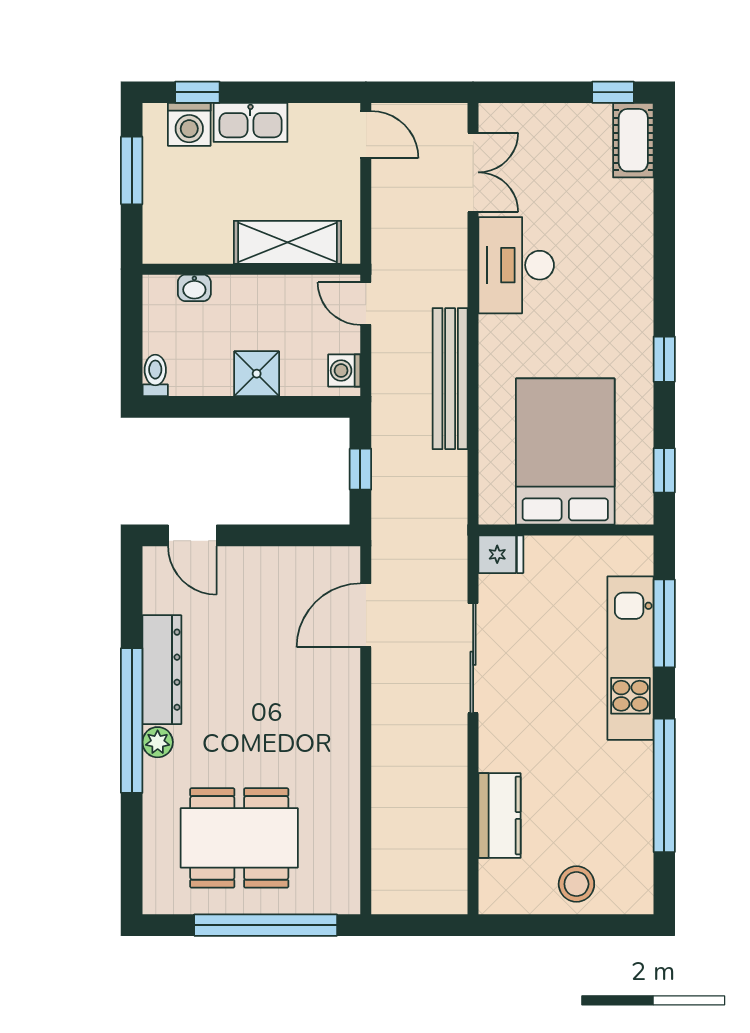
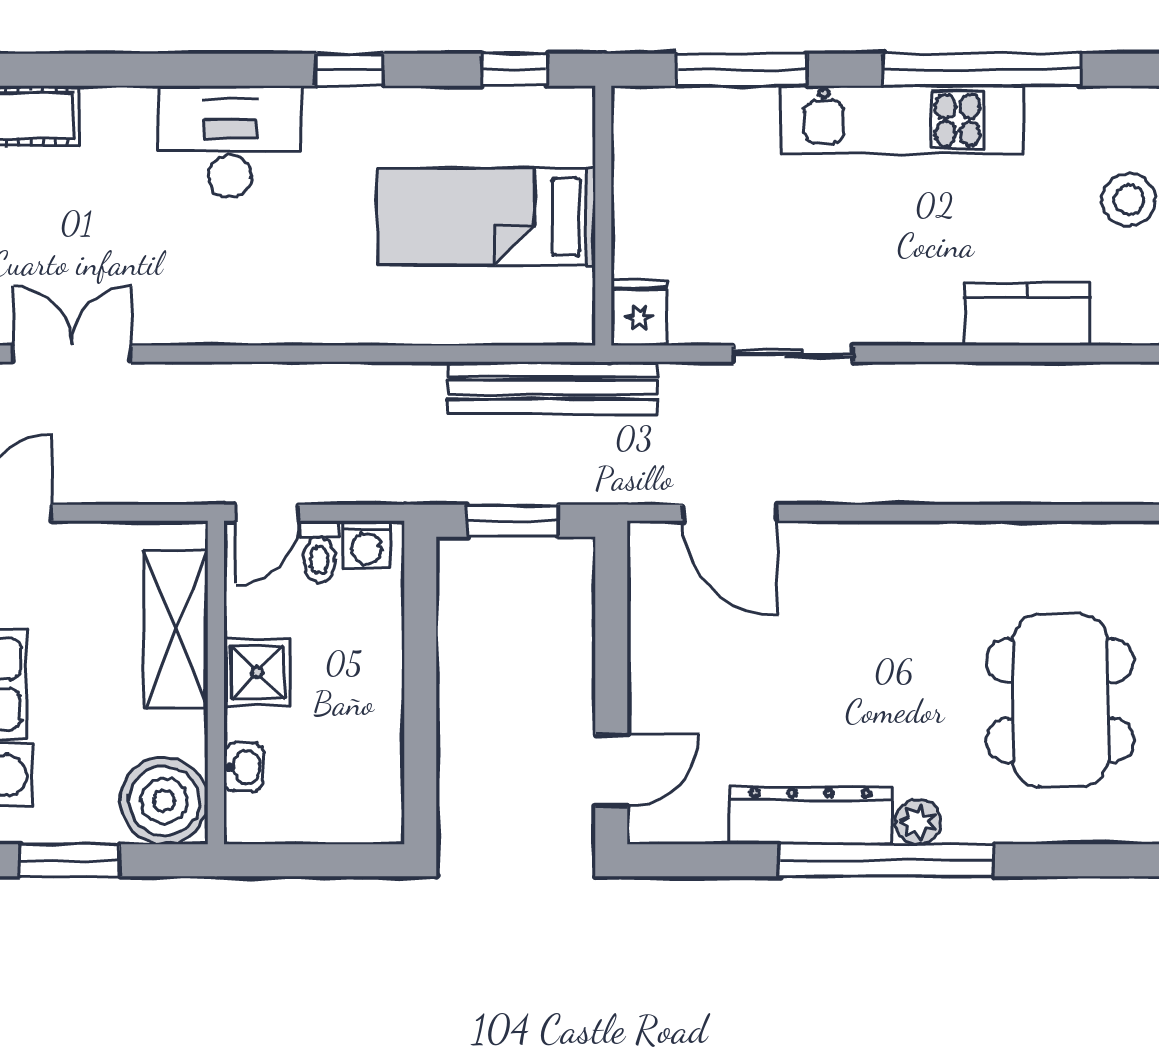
boiler: (172, 234) -> (164, 801), added
desk: (516, 265) -> (230, 142), moved, turned 180
shower: (257, 374) -> (257, 672), moved
toilet: (155, 375) -> (319, 551), moved, turned -90
bench: (450, 379) -> (553, 388), moved
bed: (565, 452) -> (487, 217), width x0.67
window: (360, 469) -> (513, 521), width x1.50
sliding door: (473, 658) -> (794, 354), width x0.73
kitchen unit: (630, 658) -> (902, 120), moved

